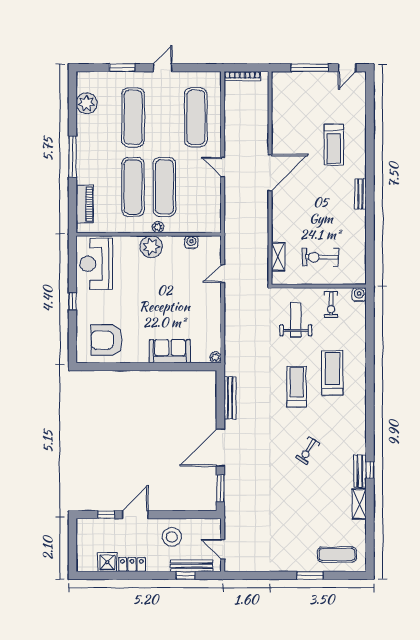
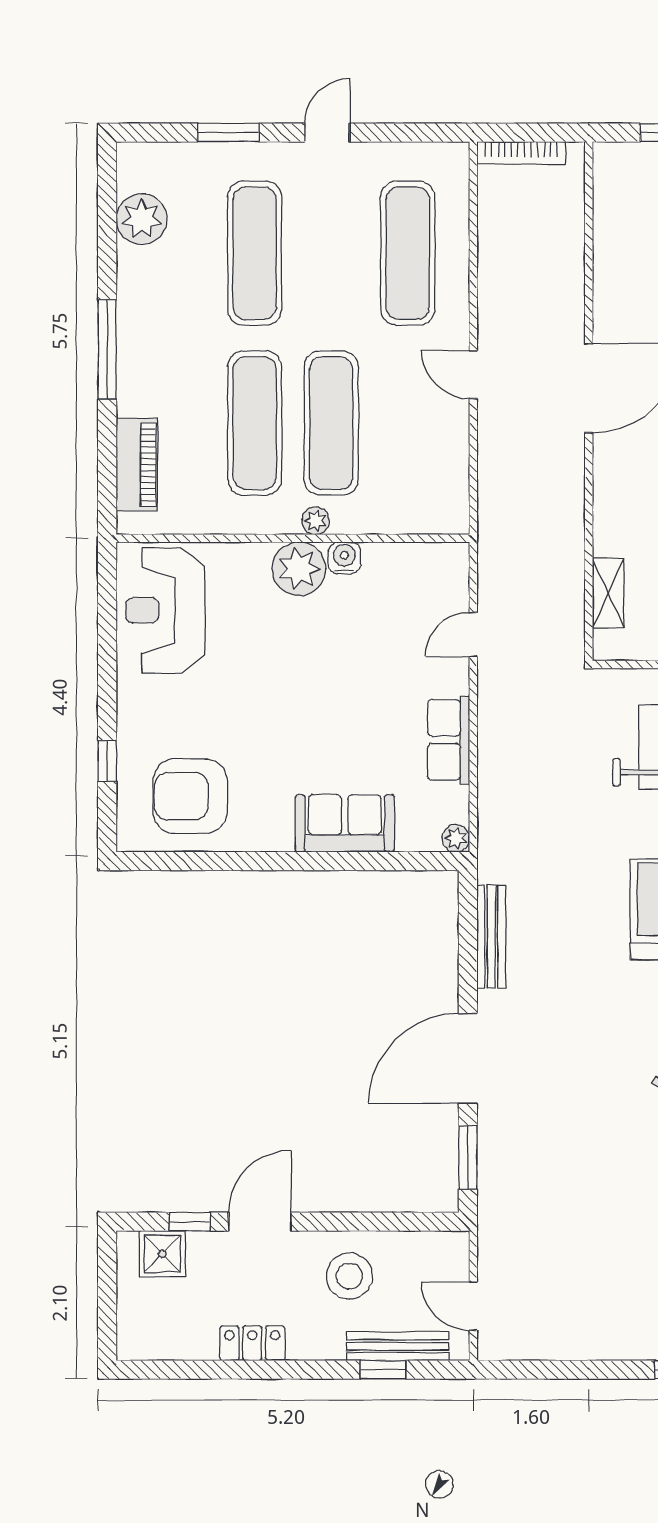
water cooler: (191, 242) -> (344, 558), moved
window: (72, 301) -> (107, 761), moved
row of seats: (213, 317) -> (449, 740), added
shower: (107, 562) -> (162, 1254), moved

